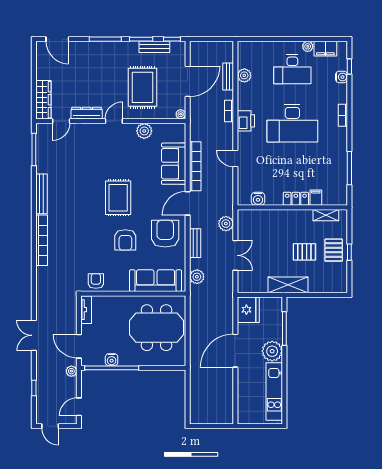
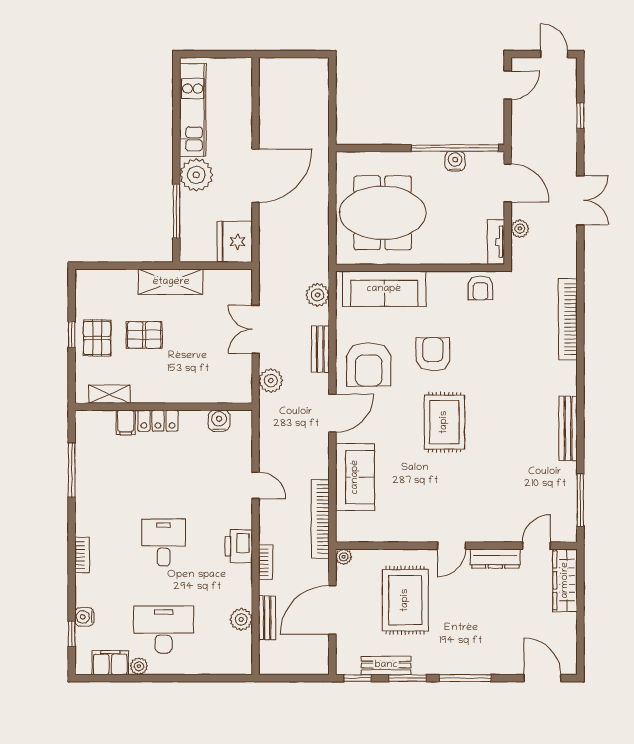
desk: (292, 123) -> (164, 542), width x0.53, depth x0.77
plant: (144, 131) -> (402, 530), removed
bookcase: (195, 166) -> (320, 519), moved
bookcase: (42, 240) -> (568, 319), moved
plant: (71, 371) -> (520, 229), moved

